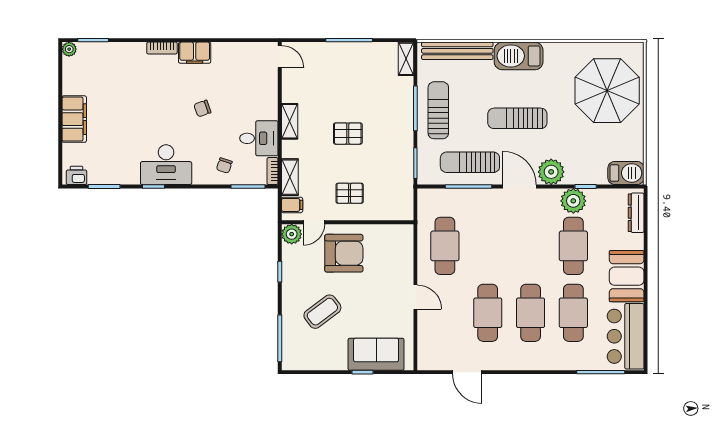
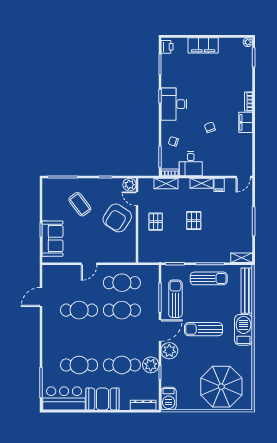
sun lounger: (517, 118) -> (204, 329), turned -90
filing cabinet: (292, 205) -> (219, 185), moved
armchair: (344, 253) -> (117, 218), turned 33
cafe table: (531, 313) -> (122, 310), moved

